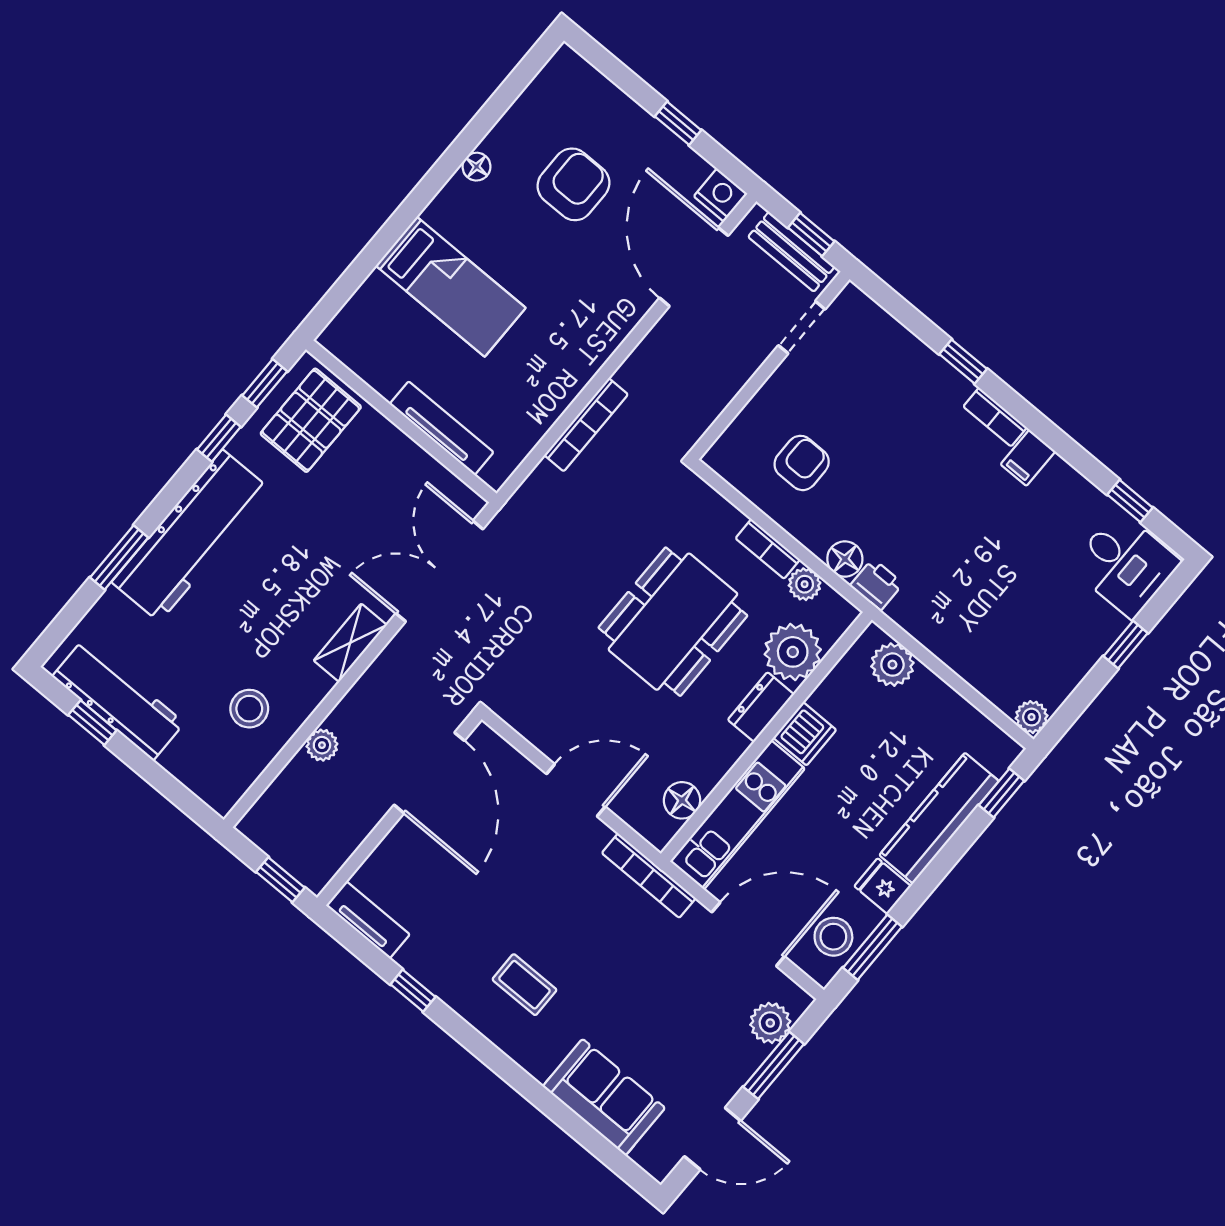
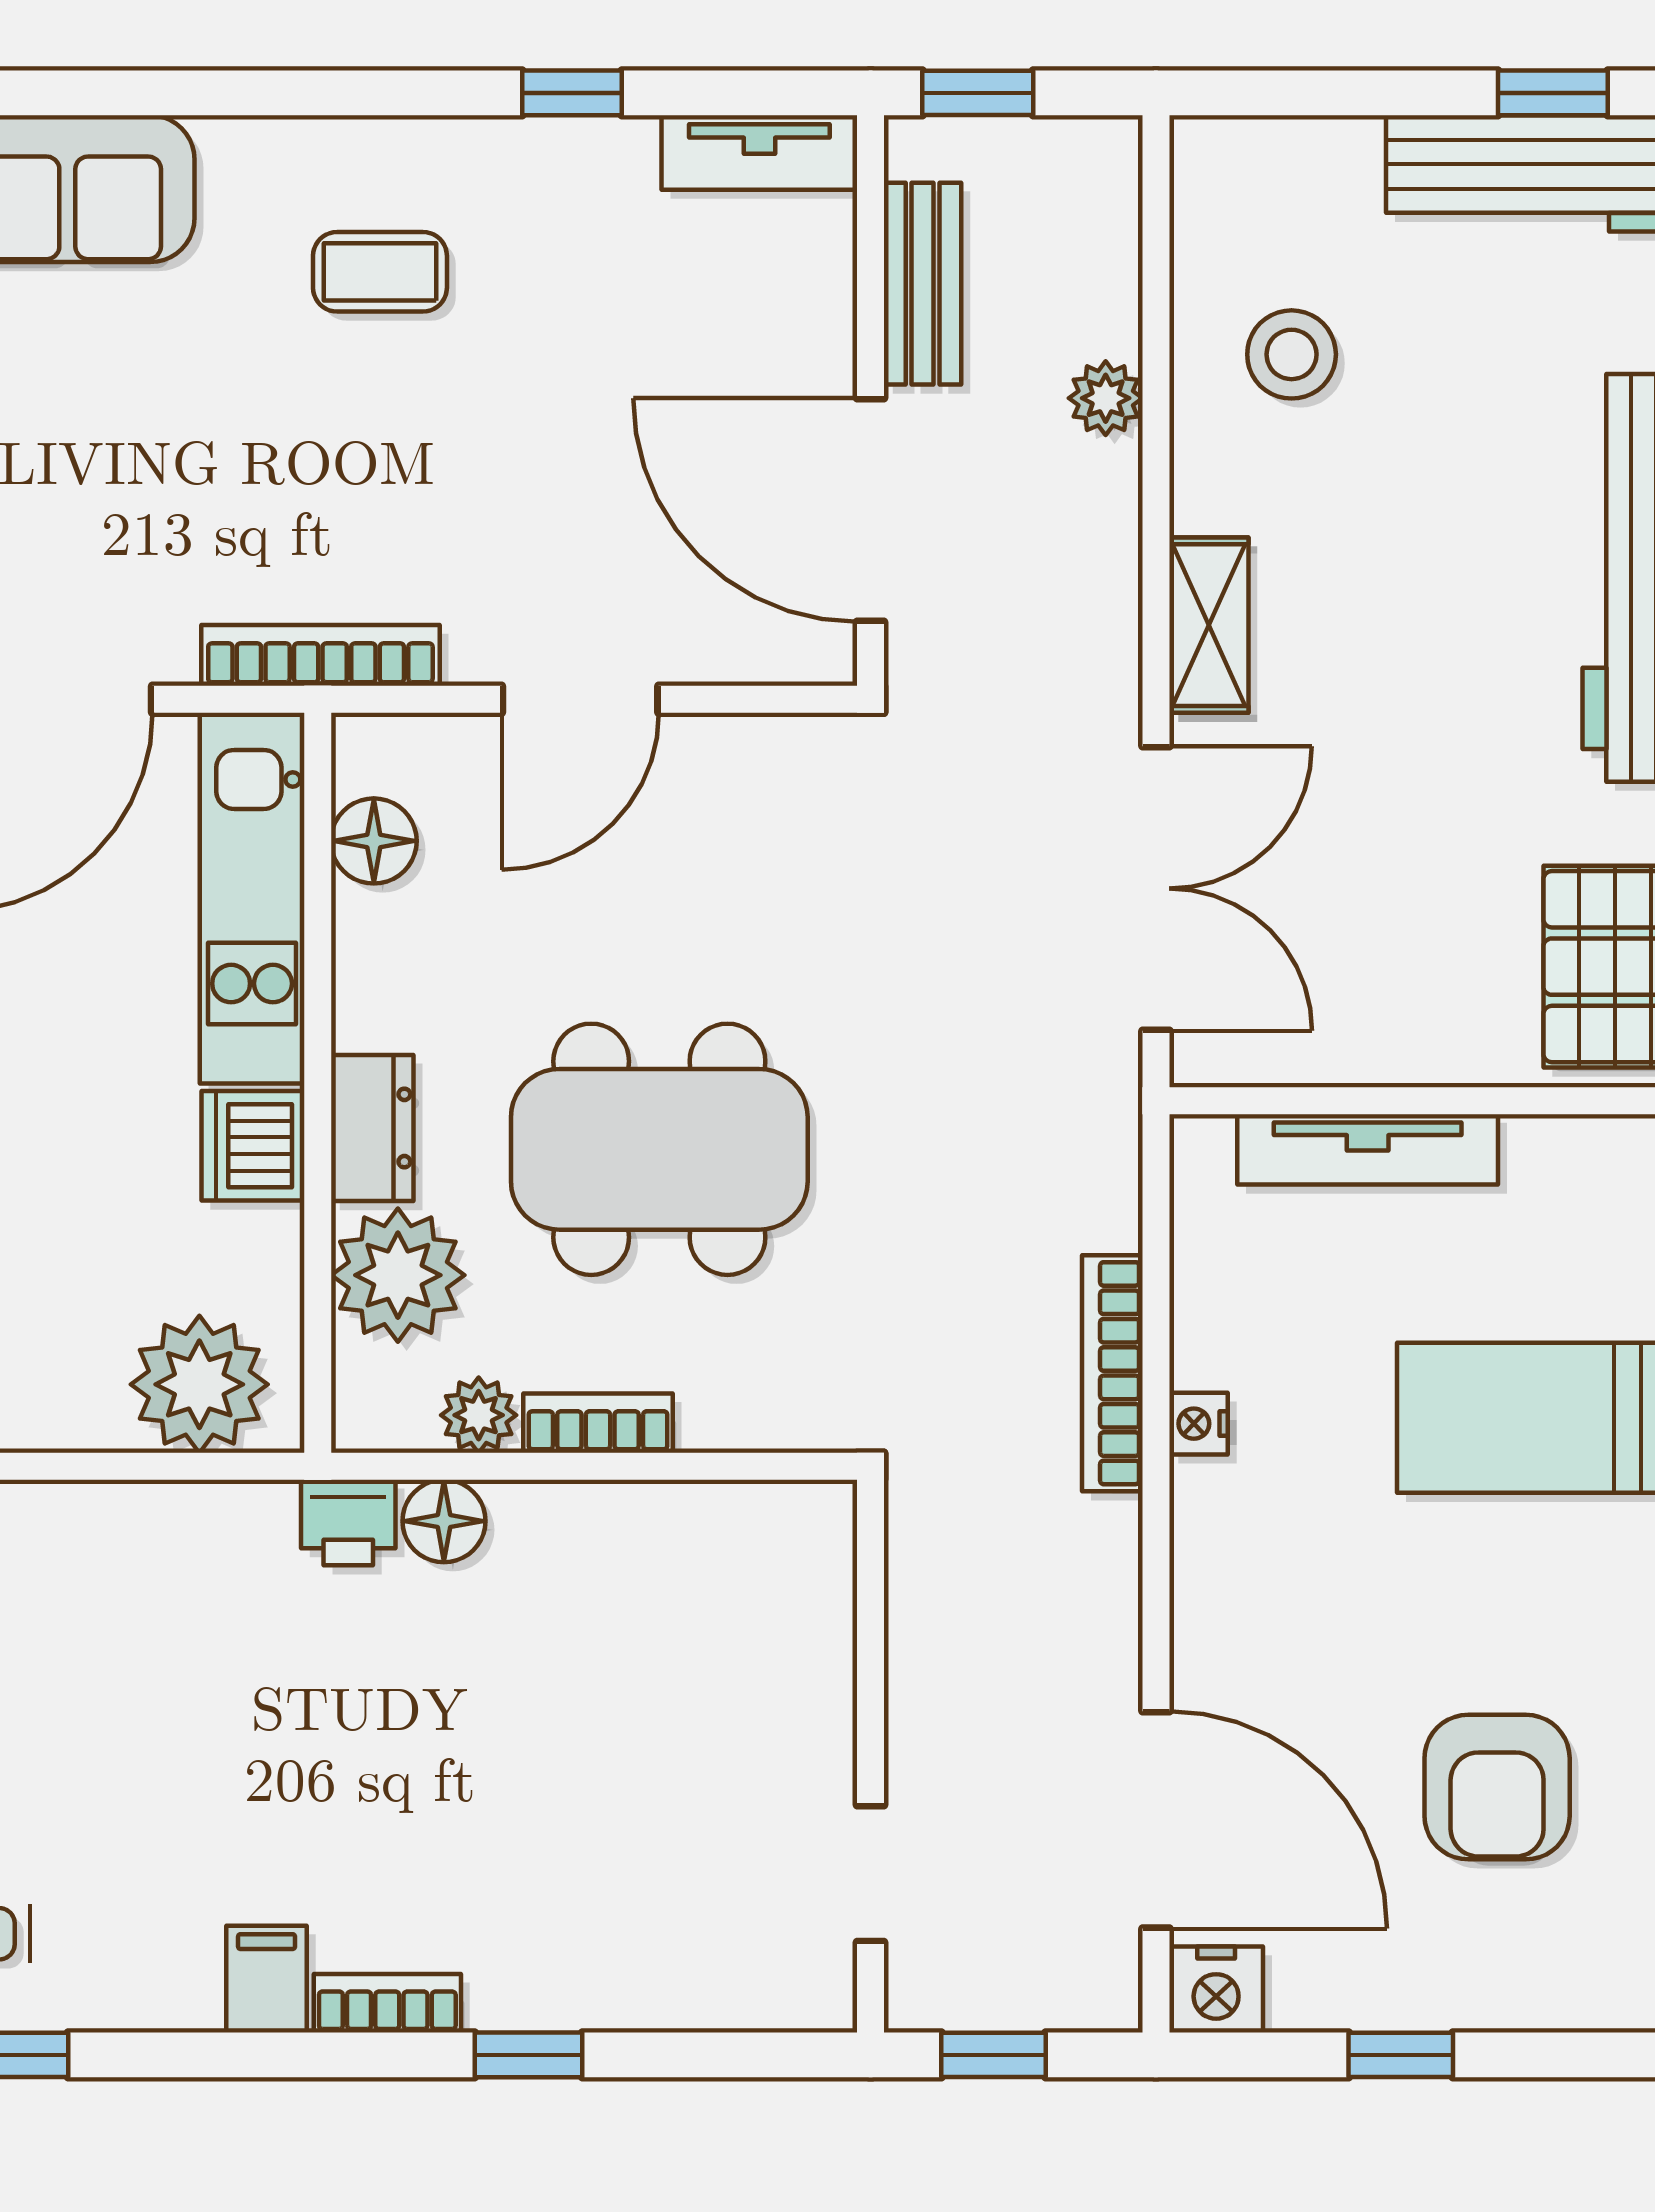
bench: (791, 252) -> (923, 284), moved, turned 90
nightstand: (572, 385) -> (1199, 1424), added
armchair: (802, 463) -> (667, 1629), removed
dining table: (673, 622) -> (659, 1149), turned 90
plant: (892, 665) -> (199, 1384), width x1.36, depth x1.36

